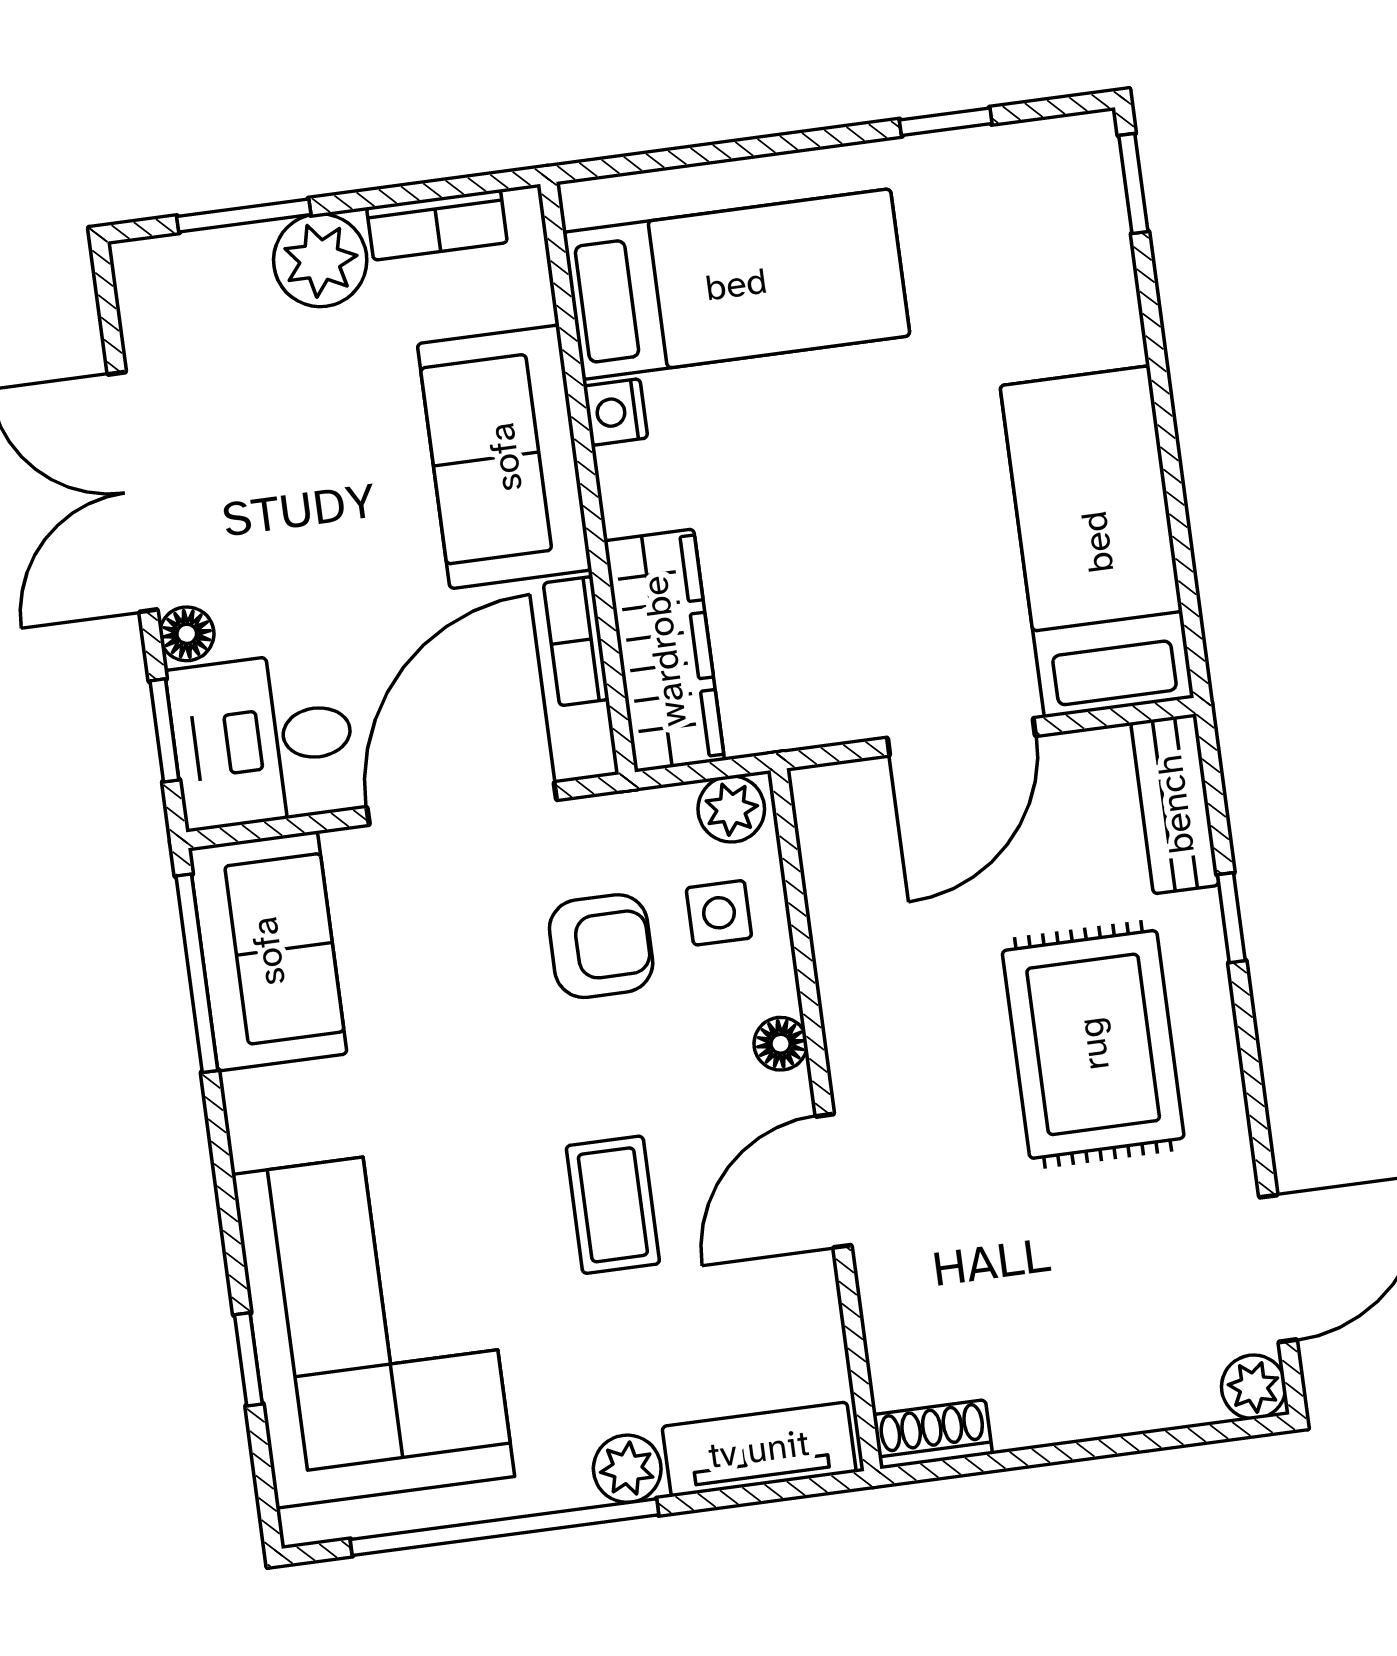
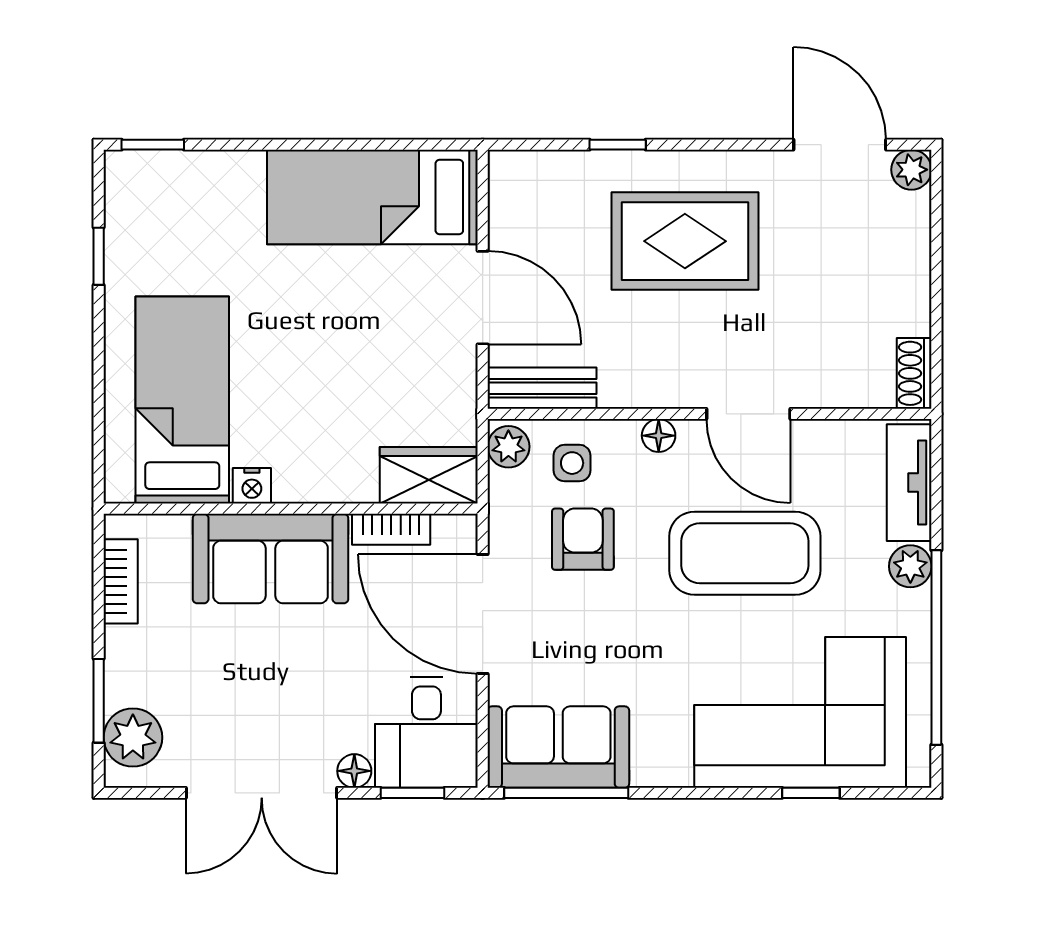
plant: (320, 260) -> (133, 737), moved
wardrobe: (664, 651) -> (429, 475), width x0.67
bench: (1175, 804) -> (542, 388), moved
coffee table: (613, 1205) -> (745, 553), width x1.86, depth x1.72

